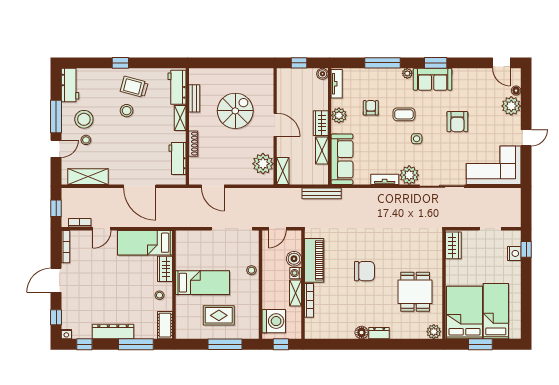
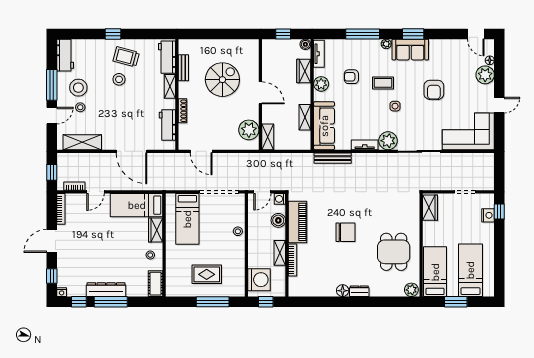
armchair: (371, 108) -> (351, 77), turned -90
wardrobe: (321, 123) -> (304, 71), moved
bench: (322, 193) -> (333, 158), moved
washing machine: (296, 273) -> (280, 199), moved
bed: (202, 283) -> (187, 219), moved, turned 90
bed: (465, 313) -> (435, 272), width x0.67
window: (136, 344) -> (111, 302), moved

